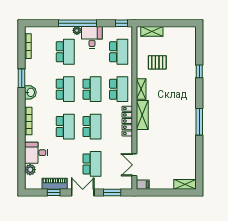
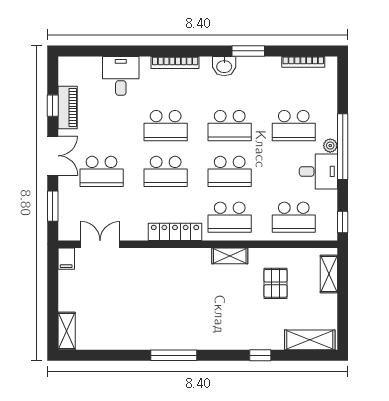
shelving: (142, 115) -> (310, 340), moved
plant: (30, 170) -> (92, 66), removed

